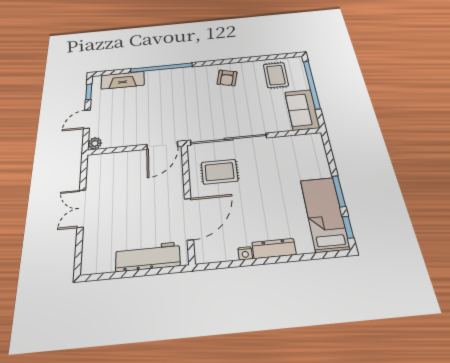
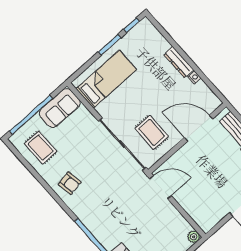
rug: (276, 75) -> (41, 148), turned 90
armchair: (227, 78) -> (70, 183), turned 67
bed: (325, 214) -> (106, 79), moved, turned 180

